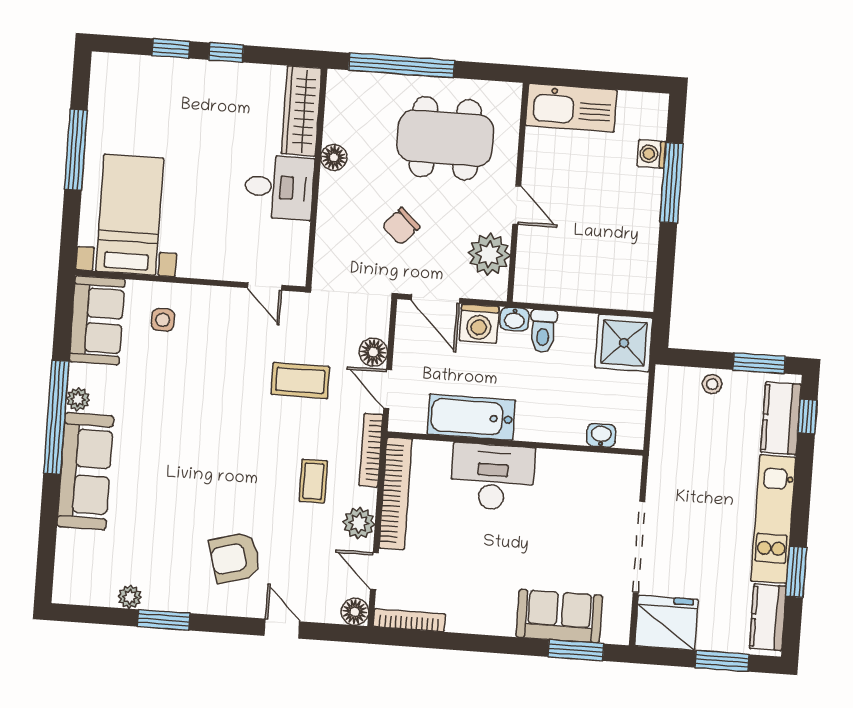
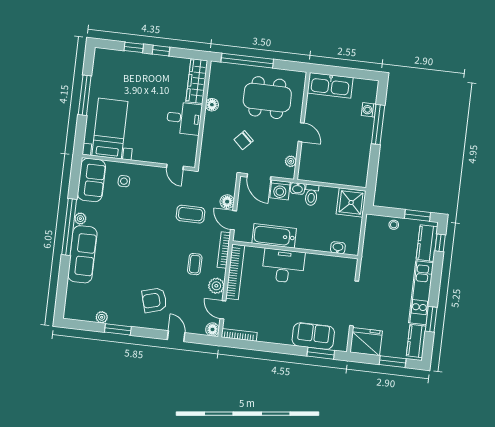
plant: (489, 254) -> (291, 161), width x0.53, depth x0.53

